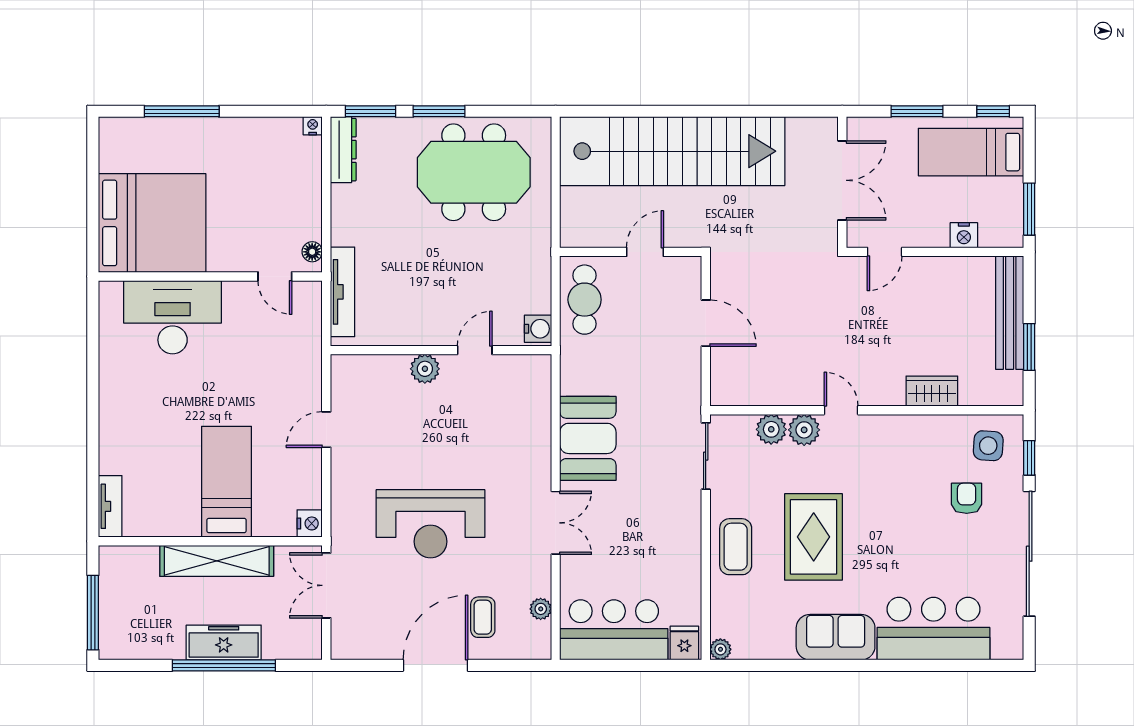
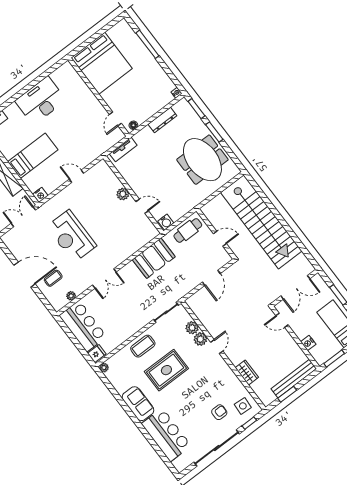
dresser: (343, 150) -> (162, 120), moved
tv unit: (343, 292) -> (123, 149), width x0.71
desk: (173, 317) -> (41, 101), moved, turned -90
booth: (588, 438) -> (154, 258), moved

